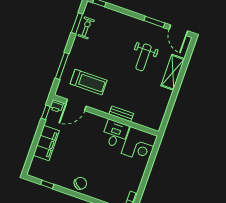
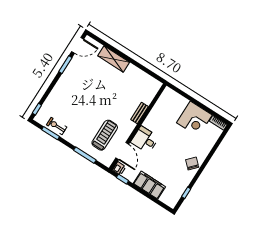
weight bench: (144, 57) -> (94, 82), removed
desk: (115, 134) -> (145, 140), moved
corner desk: (139, 145) -> (194, 119), moved, turned 90

